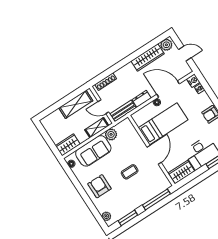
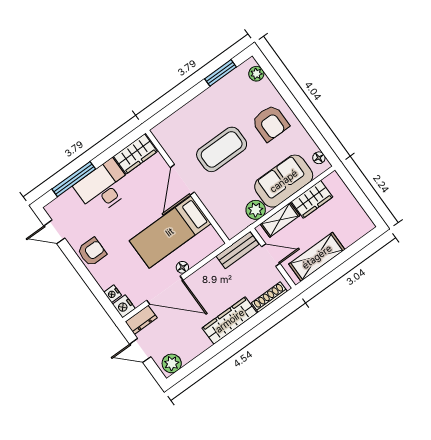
wardrobe: (148, 57) -> (230, 321), moved
dresser: (142, 99) -> (141, 320), moved
wardrobe: (68, 145) -> (312, 199), moved
coffee table: (130, 172) -> (222, 149), width x1.86, depth x1.72
window: (156, 199) -> (175, 106), removed

